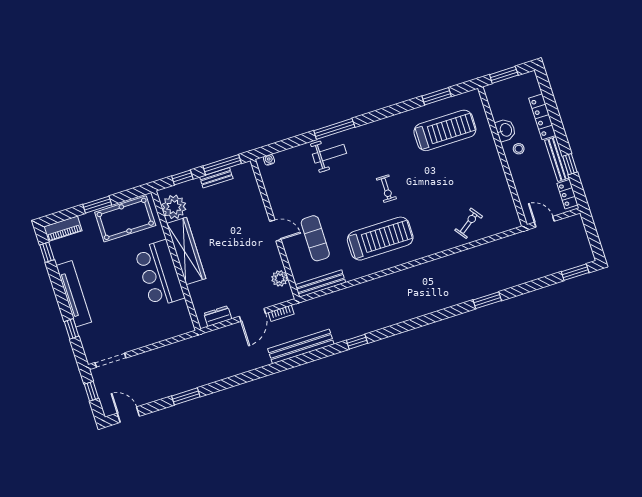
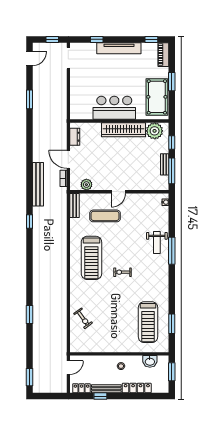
washbasin: (505, 130) -> (150, 361), moved
bench: (320, 284) -> (75, 205), width x0.73

